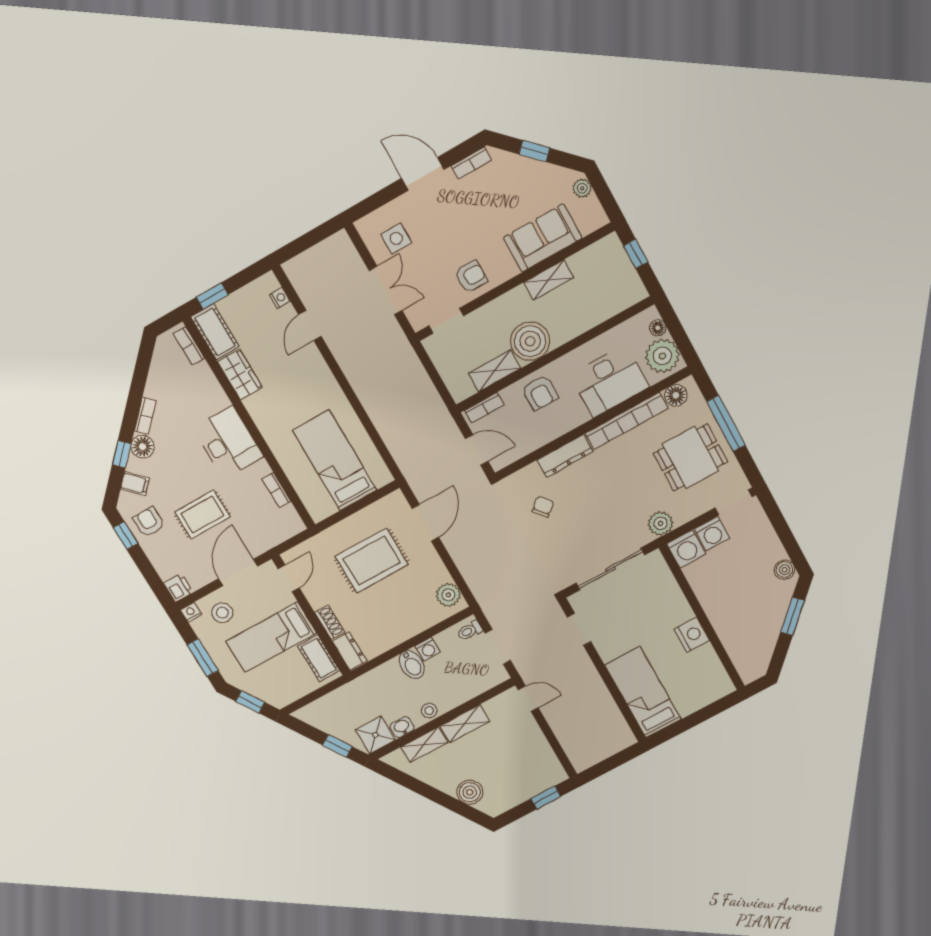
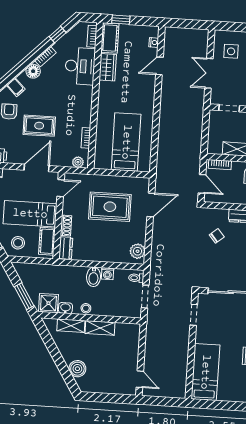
double door: (386, 290) -> (209, 73), swing flipped
desk: (228, 442) -> (80, 66), moved
window: (122, 454) -> (58, 35), moved
plant: (288, 529) -> (78, 162), added
stool: (222, 613) -> (18, 243), moved
door: (528, 699) -> (140, 379), moved
window: (337, 746) -> (24, 296), width x1.50
window: (546, 798) -> (116, 398), removed

